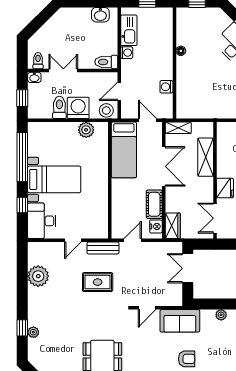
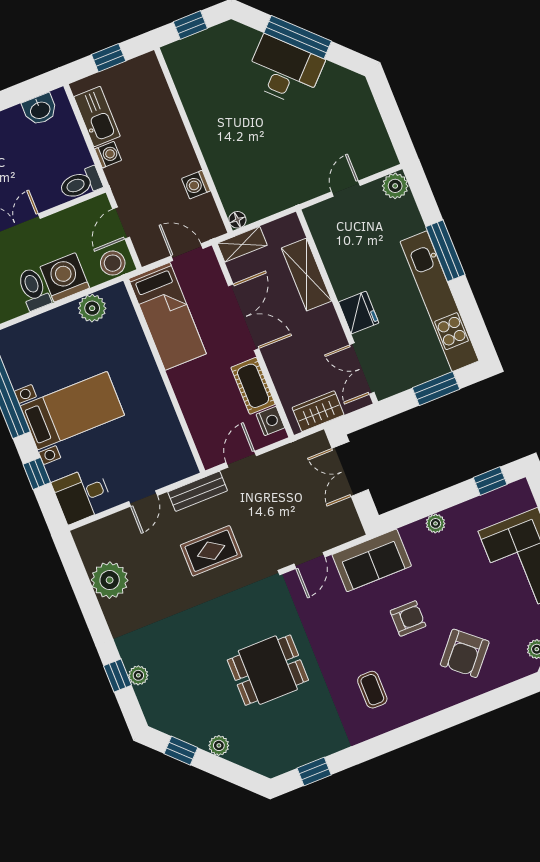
floor lamp: (181, 51) -> (237, 220), moved
desk: (42, 221) -> (82, 495), width x0.73
wardrobe: (173, 226) -> (318, 411), moved, turned -90

